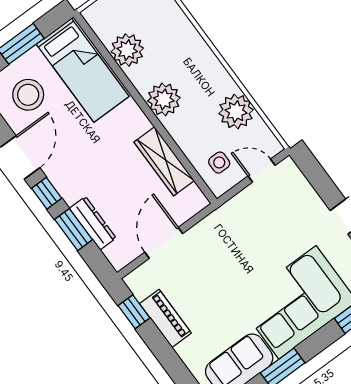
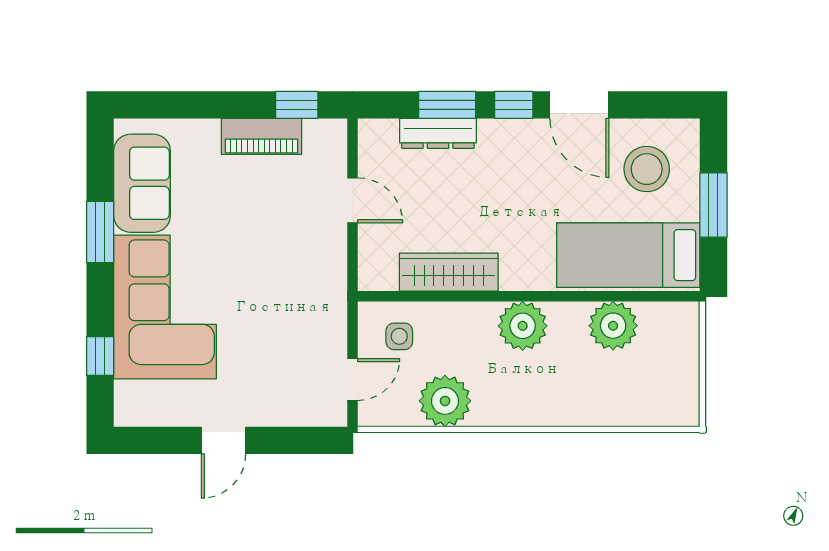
door: (164, 243) -> (353, 200), width x0.73

